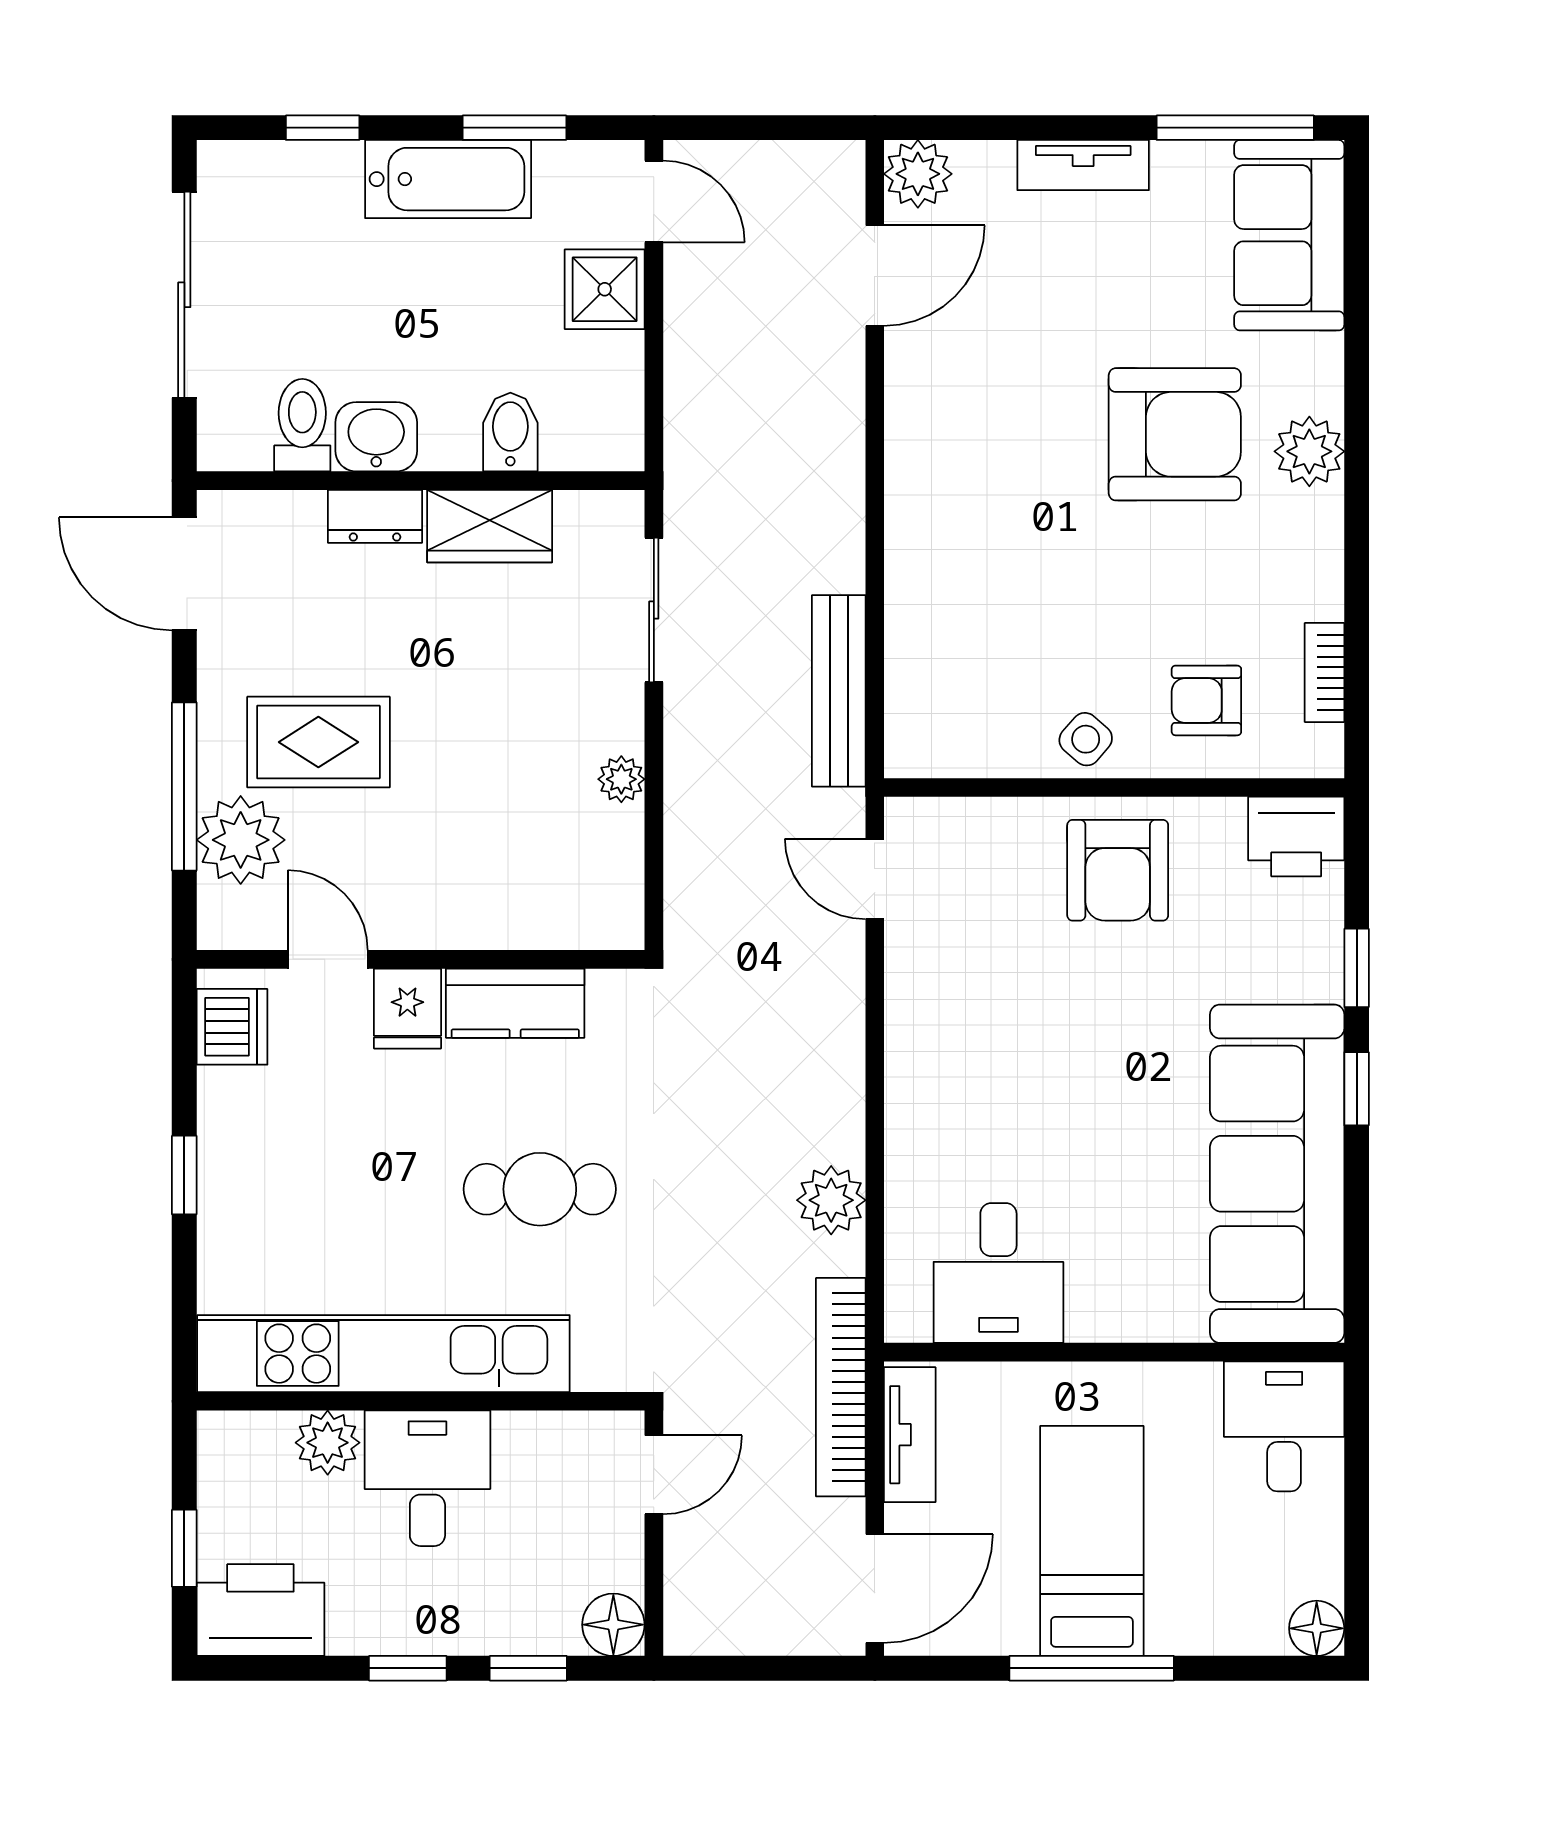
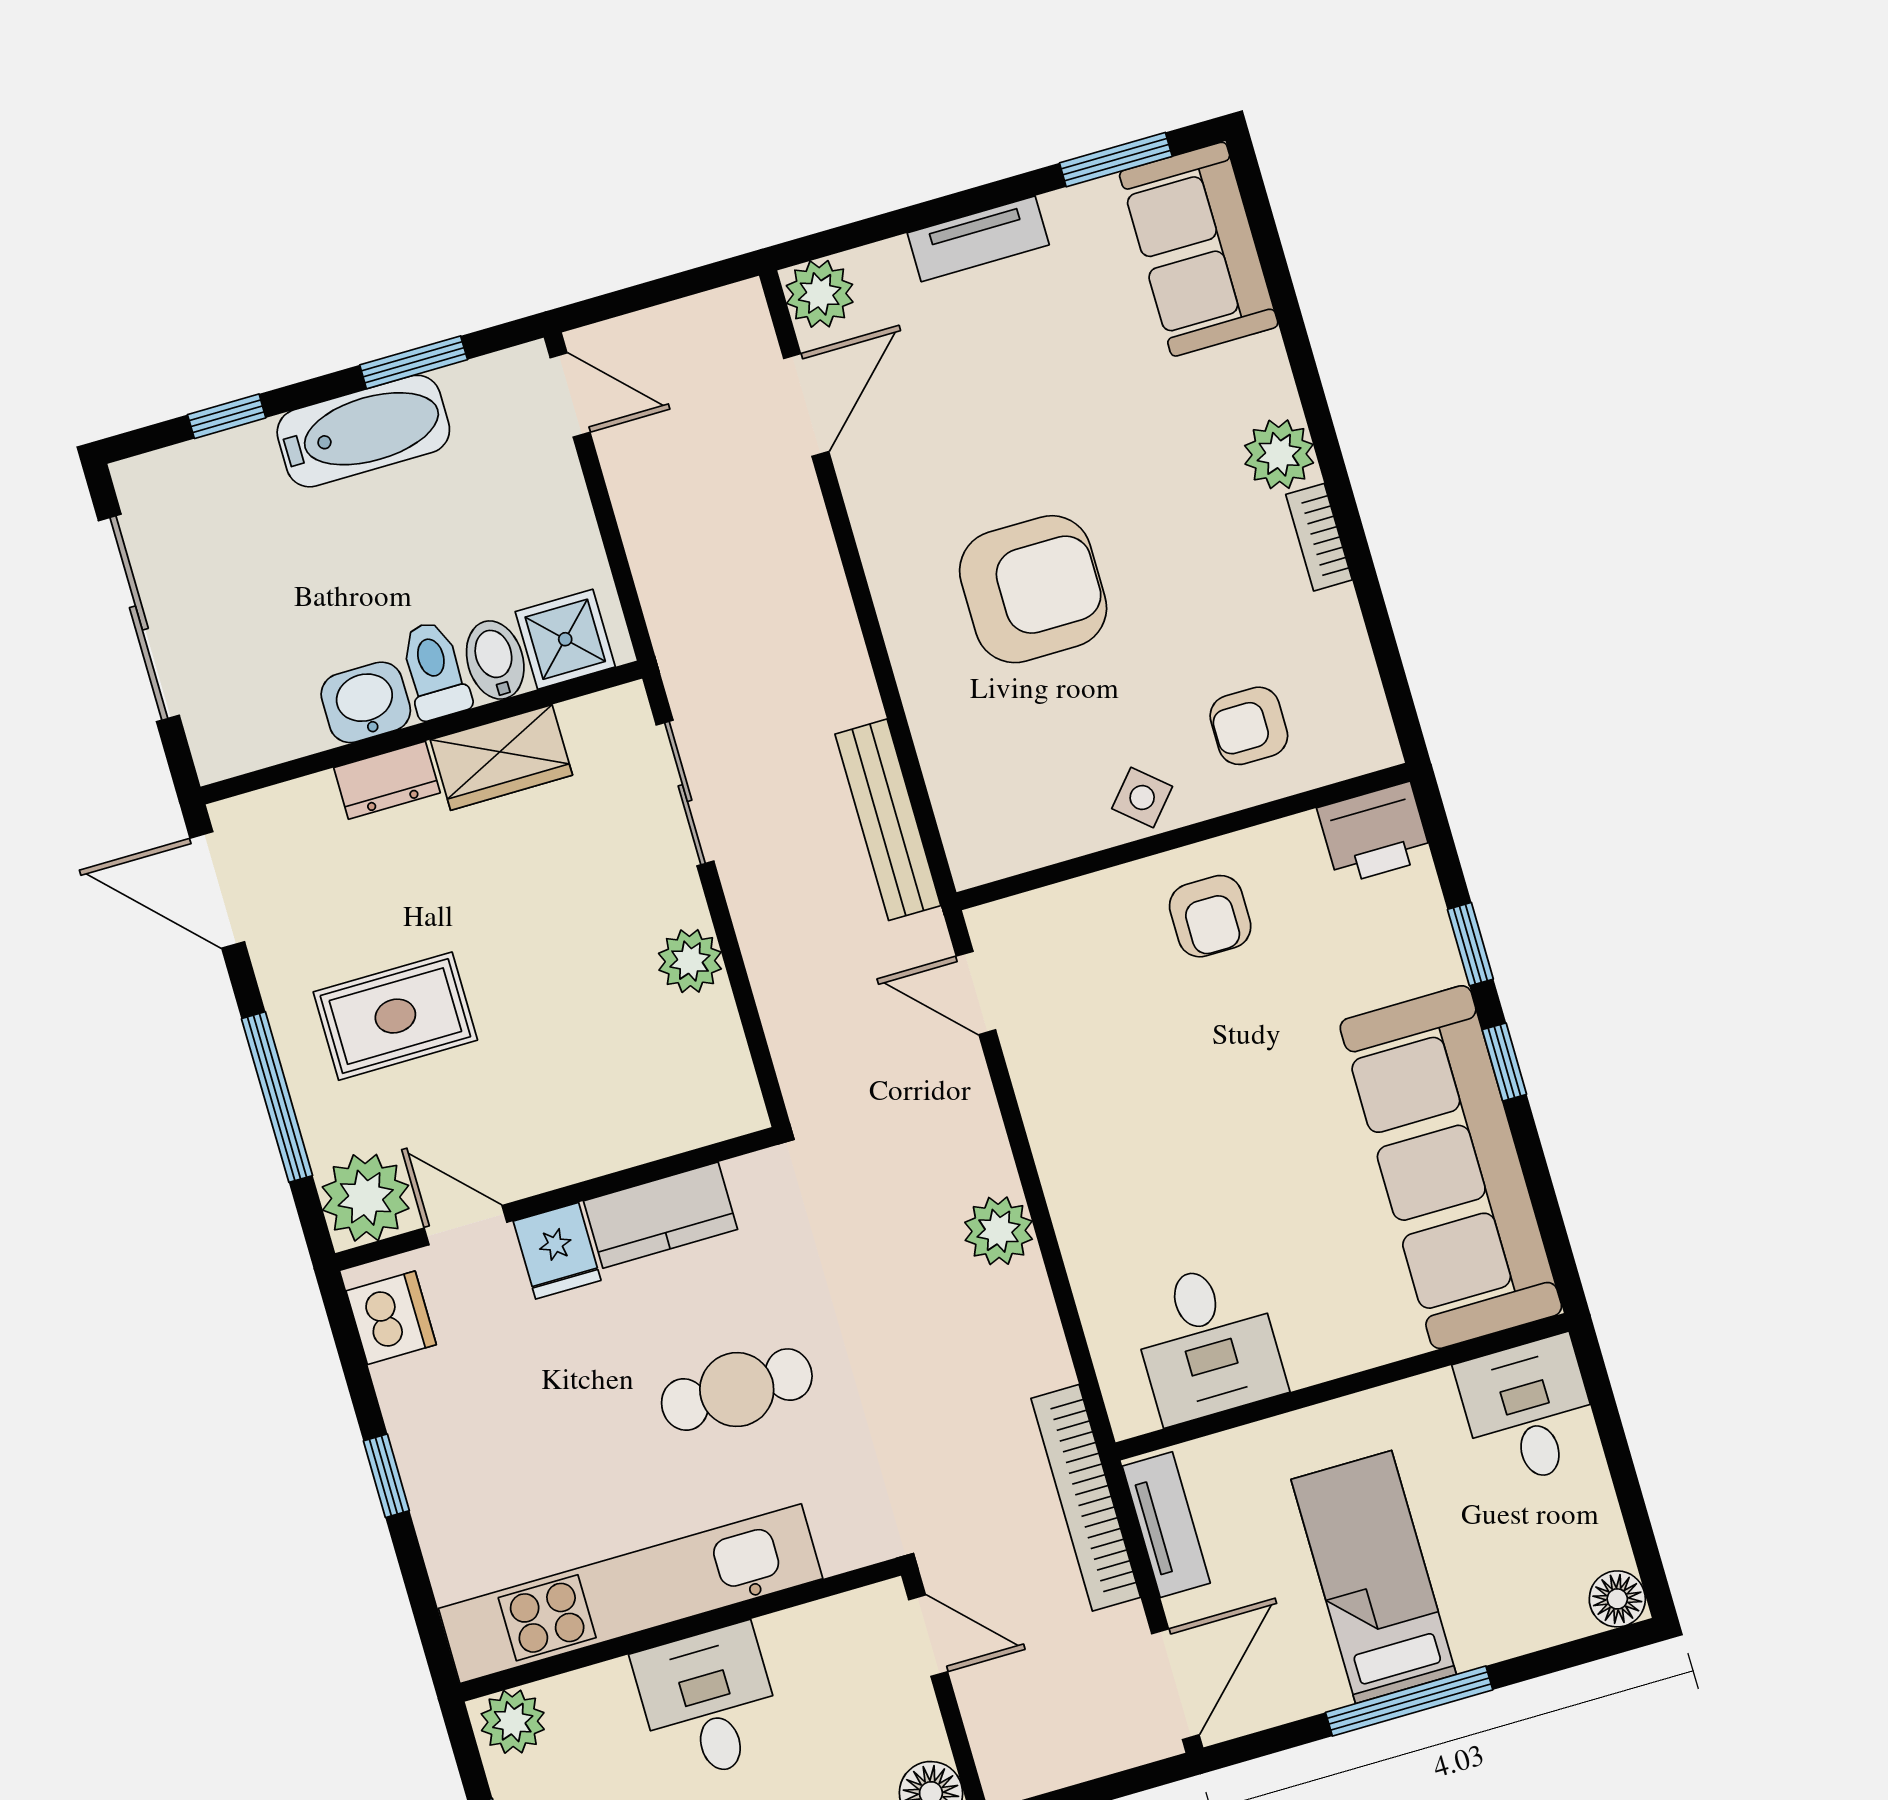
window: (1235, 128) -> (1116, 160), width x0.69
shower: (605, 289) -> (565, 639), moved
toilet: (302, 425) -> (435, 670), moved
armchair: (1175, 434) -> (1033, 589), moved
bookcase: (1324, 673) -> (1319, 537), moved
plant: (621, 779) -> (690, 961), width x1.38, depth x1.38
plant: (241, 840) -> (366, 1198), moved
armchair: (1118, 870) -> (1210, 916), width x0.72, depth x0.72
plant: (831, 1200) -> (999, 1231), moved
plant: (328, 1443) -> (513, 1722), moved
door: (654, 1475) -> (928, 1636), hinge flipped

